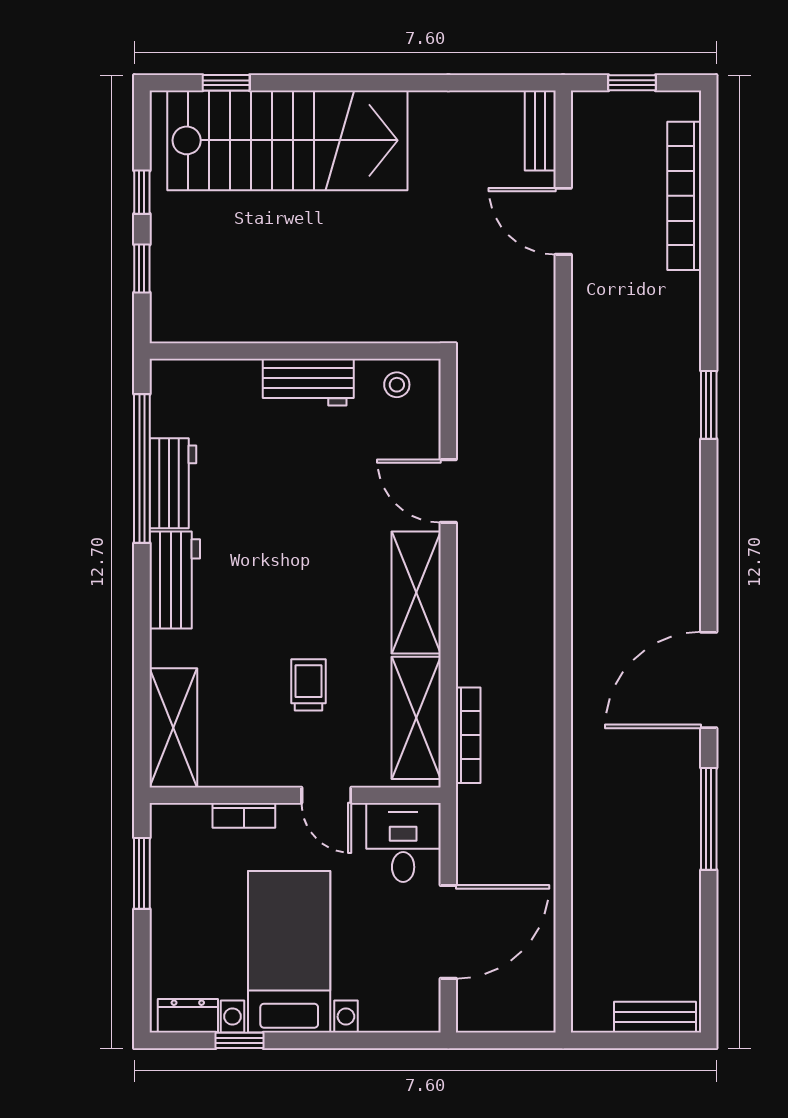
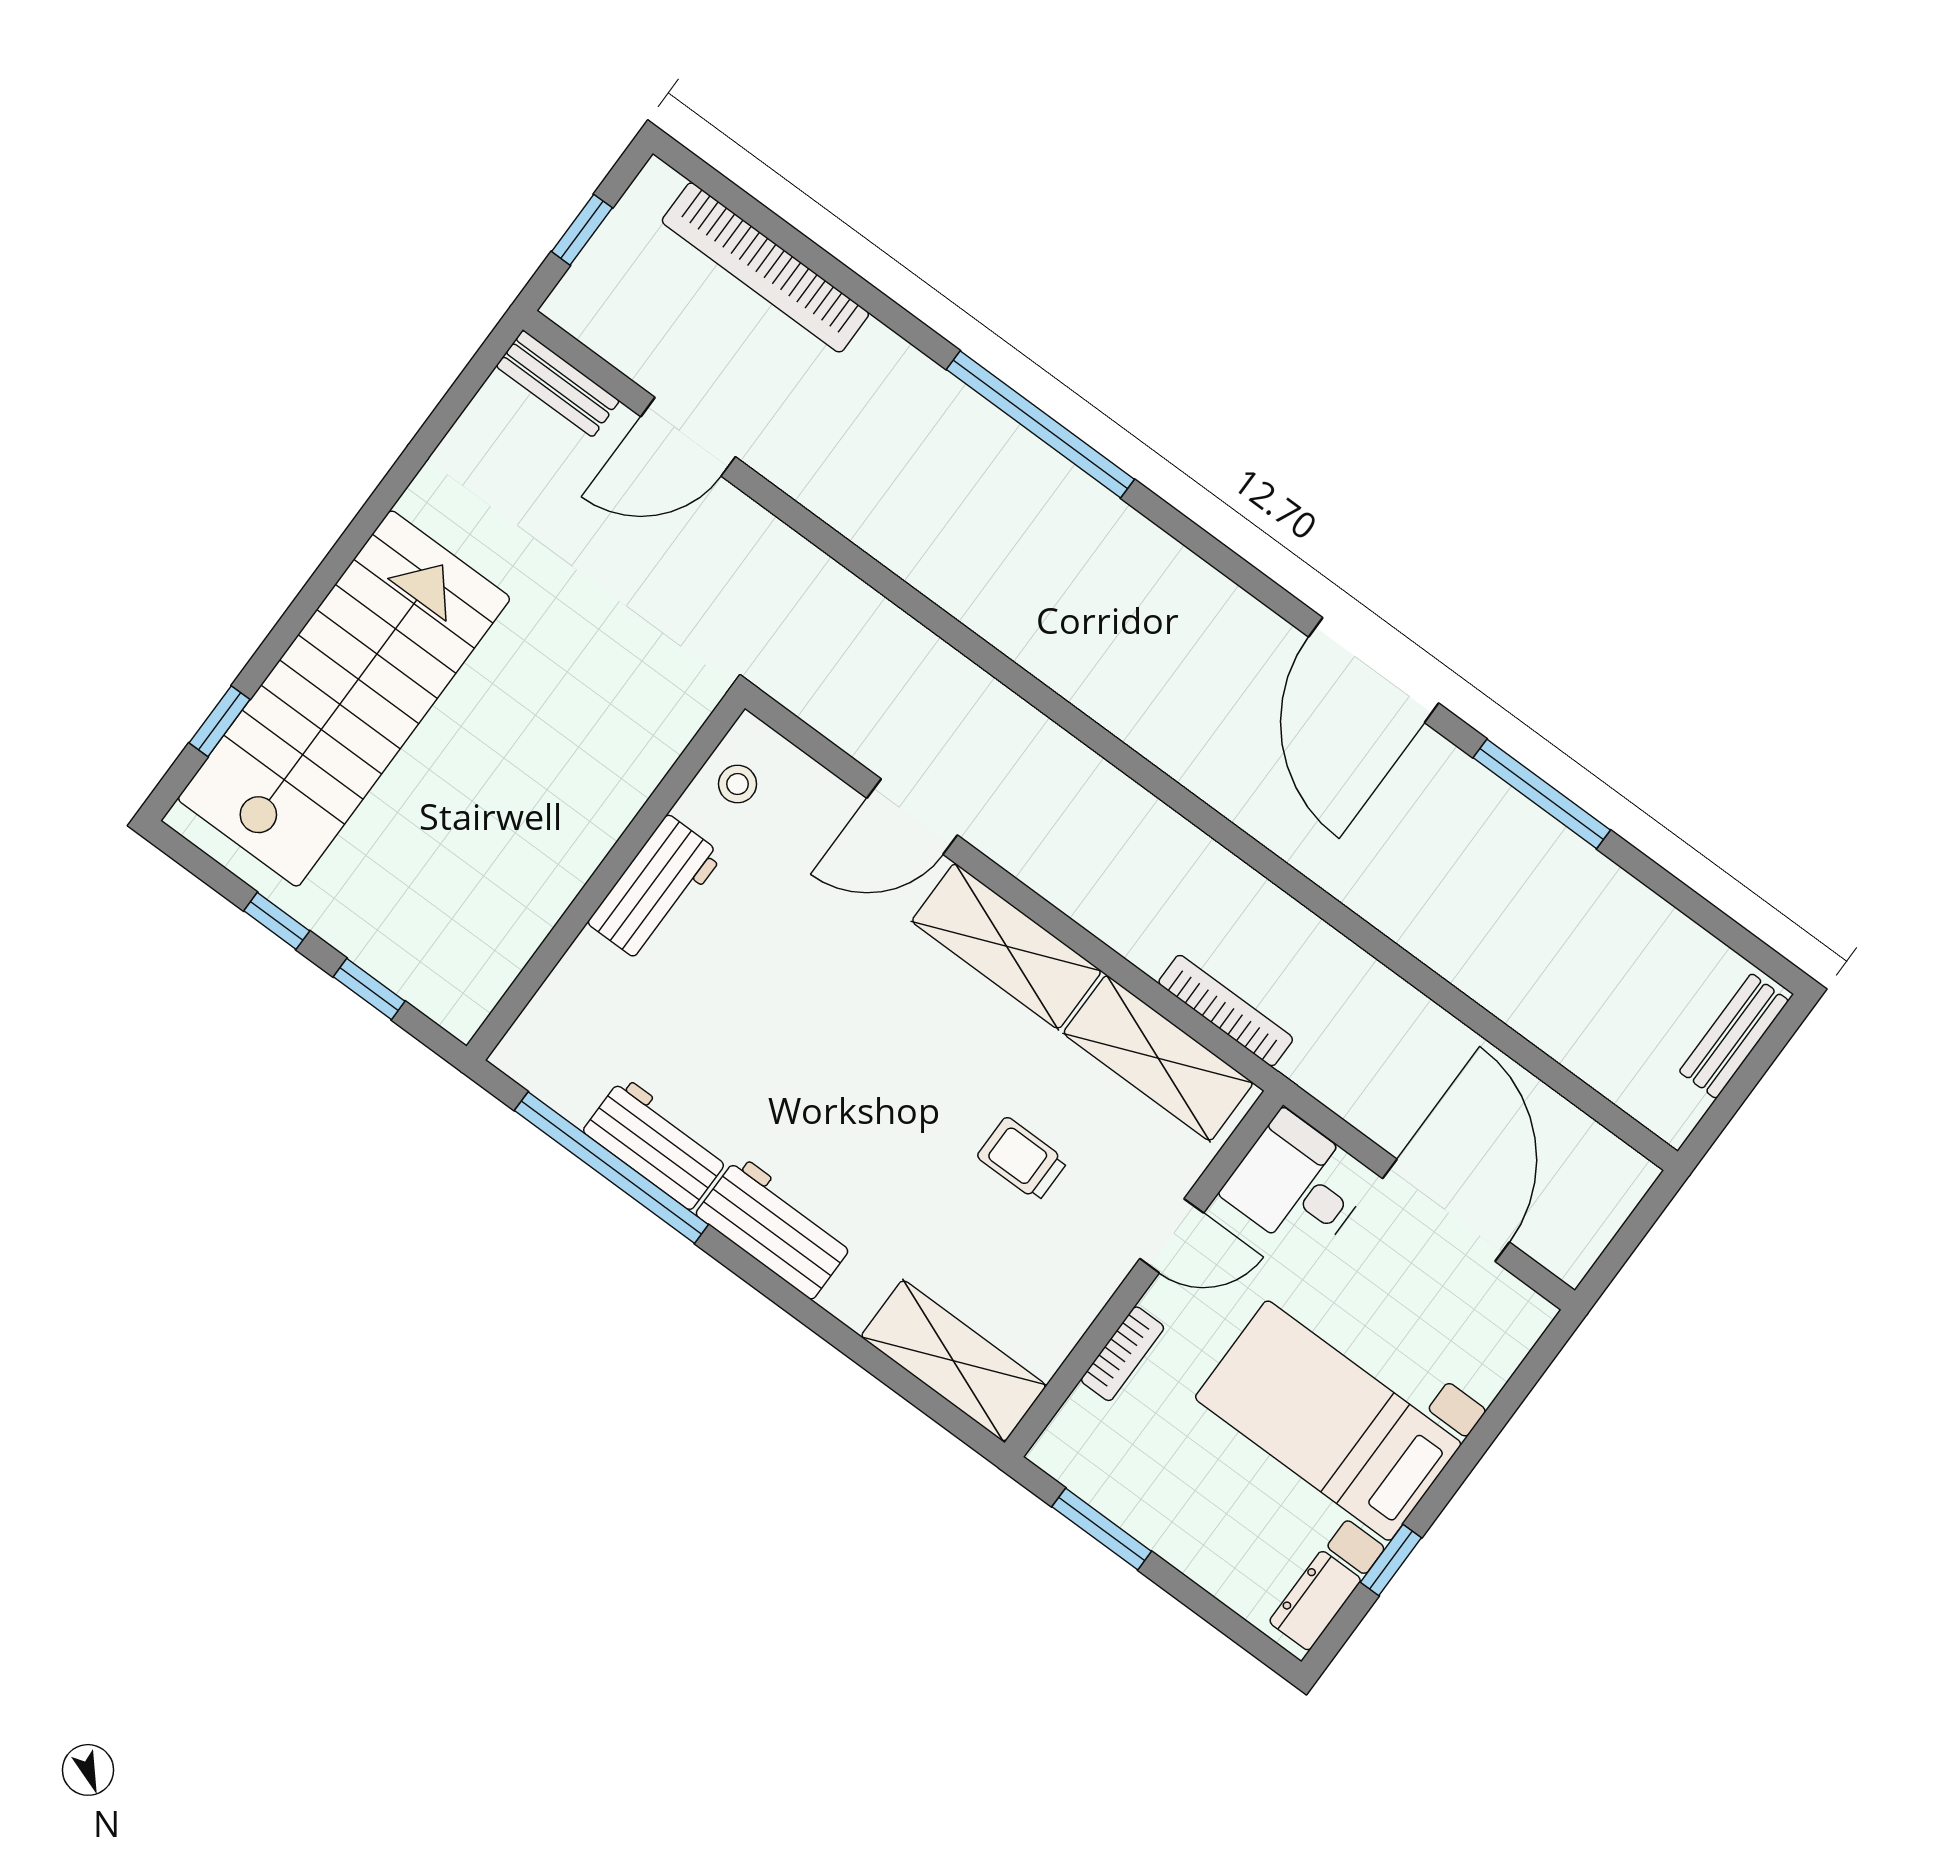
window: (709, 405) -> (1040, 424), width x2.11

